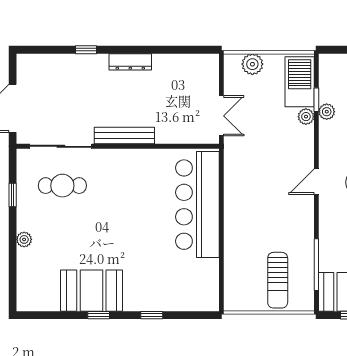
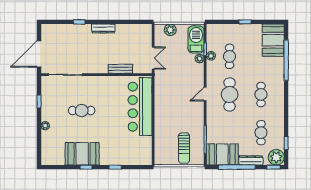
bench: (124, 136) -> (120, 69), moved, width x0.73
cafe table: (62, 186) -> (82, 111), moved

